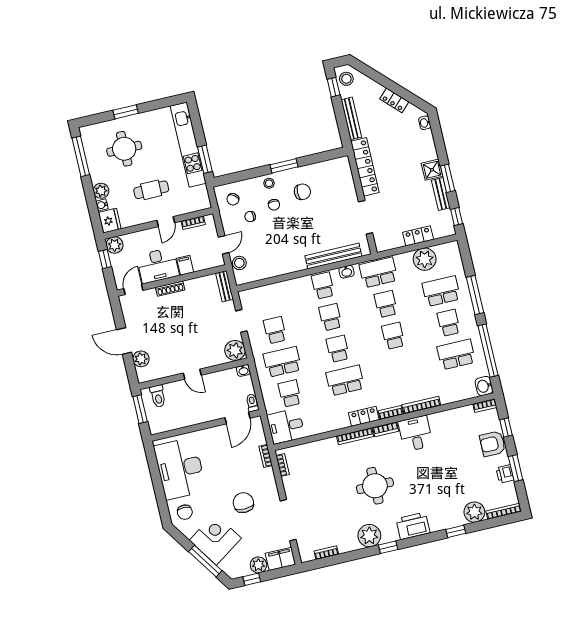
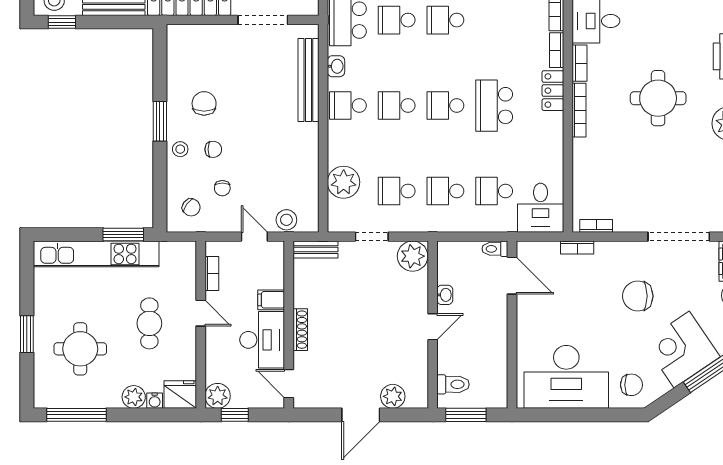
plant: (272, 294) -> (344, 182), added
school desk: (282, 362) -> (445, 191), width x0.54
washbasin: (243, 370) -> (445, 295), moved

